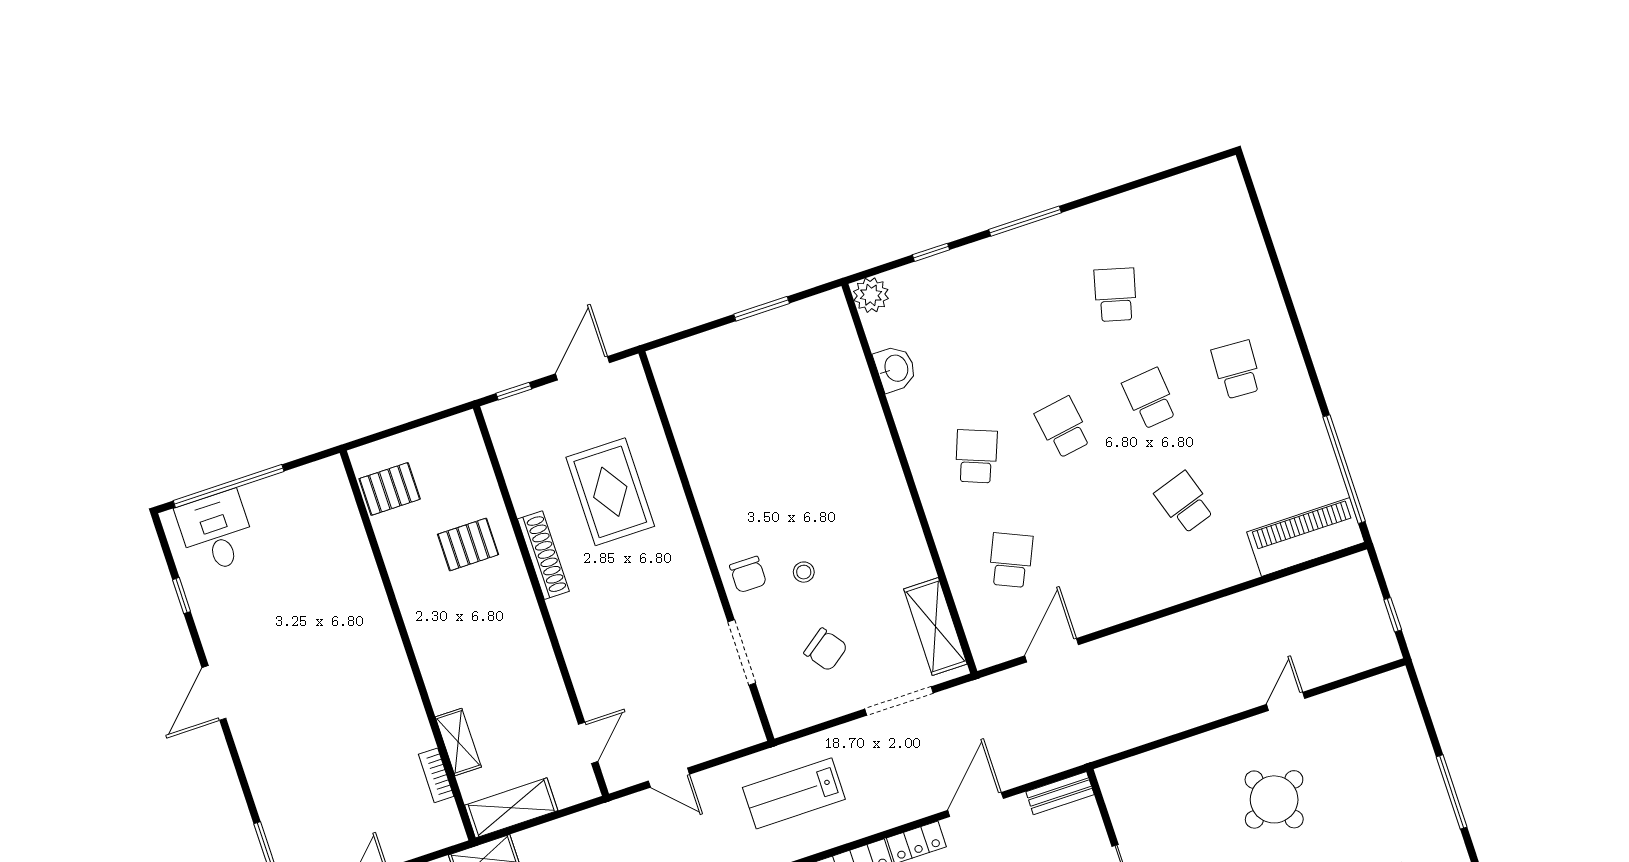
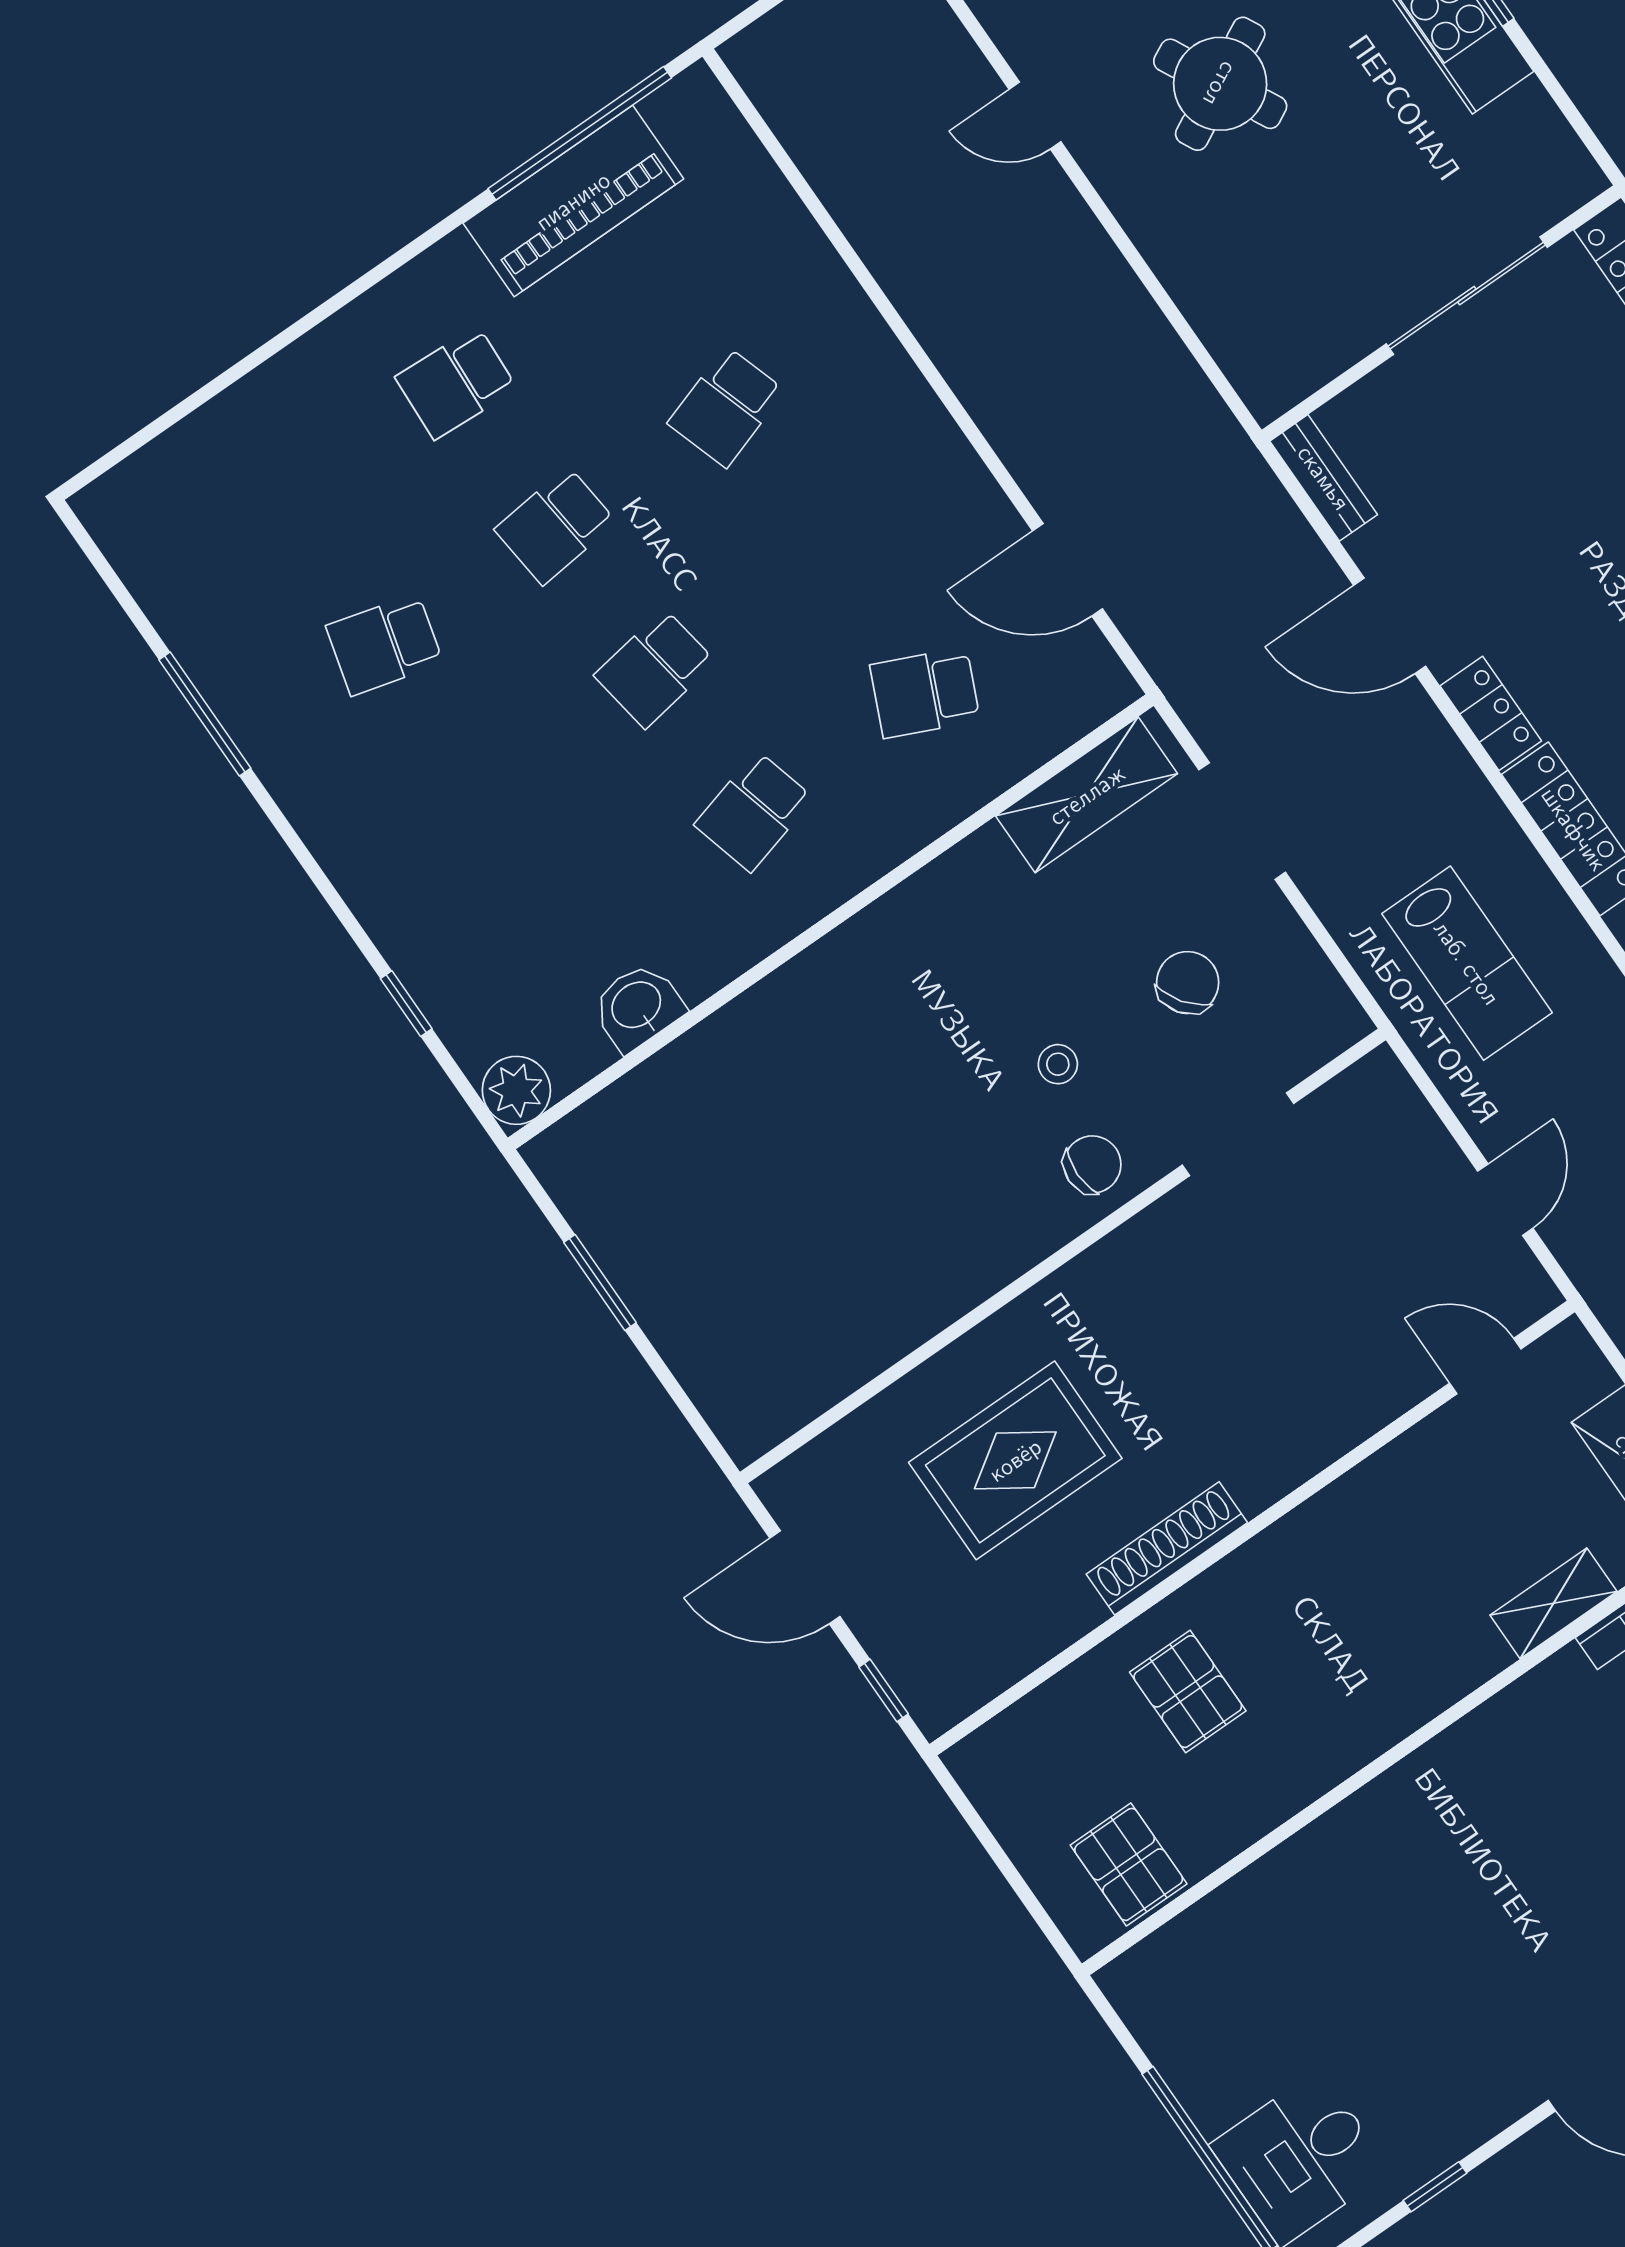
window: (1025, 221) -> (205, 714), moved
school desk: (976, 456) -> (754, 811), turned -36
piano: (1306, 537) -> (573, 201), moved, turned -90

